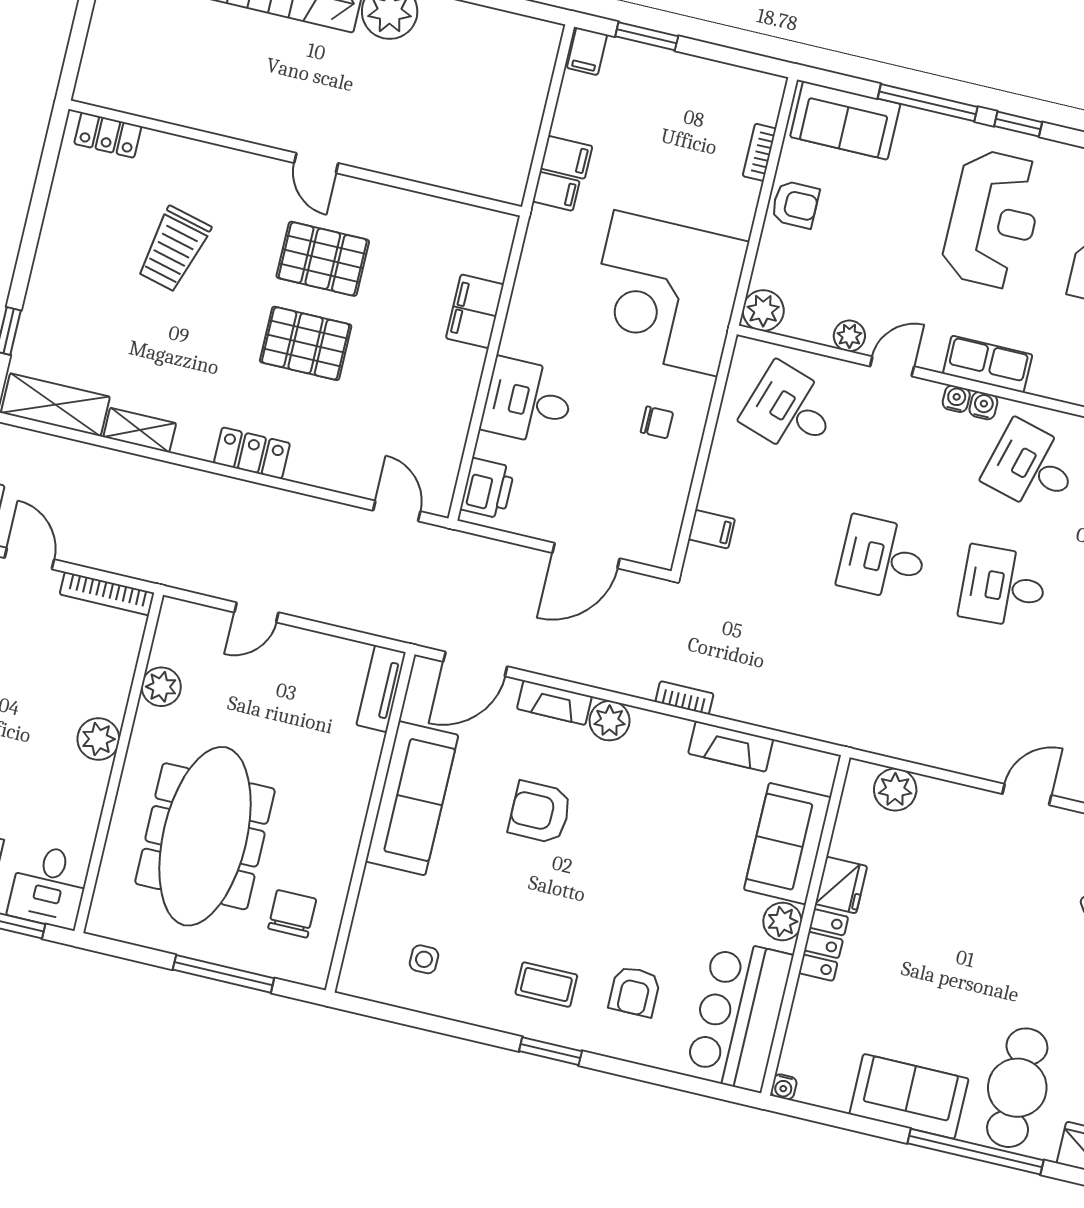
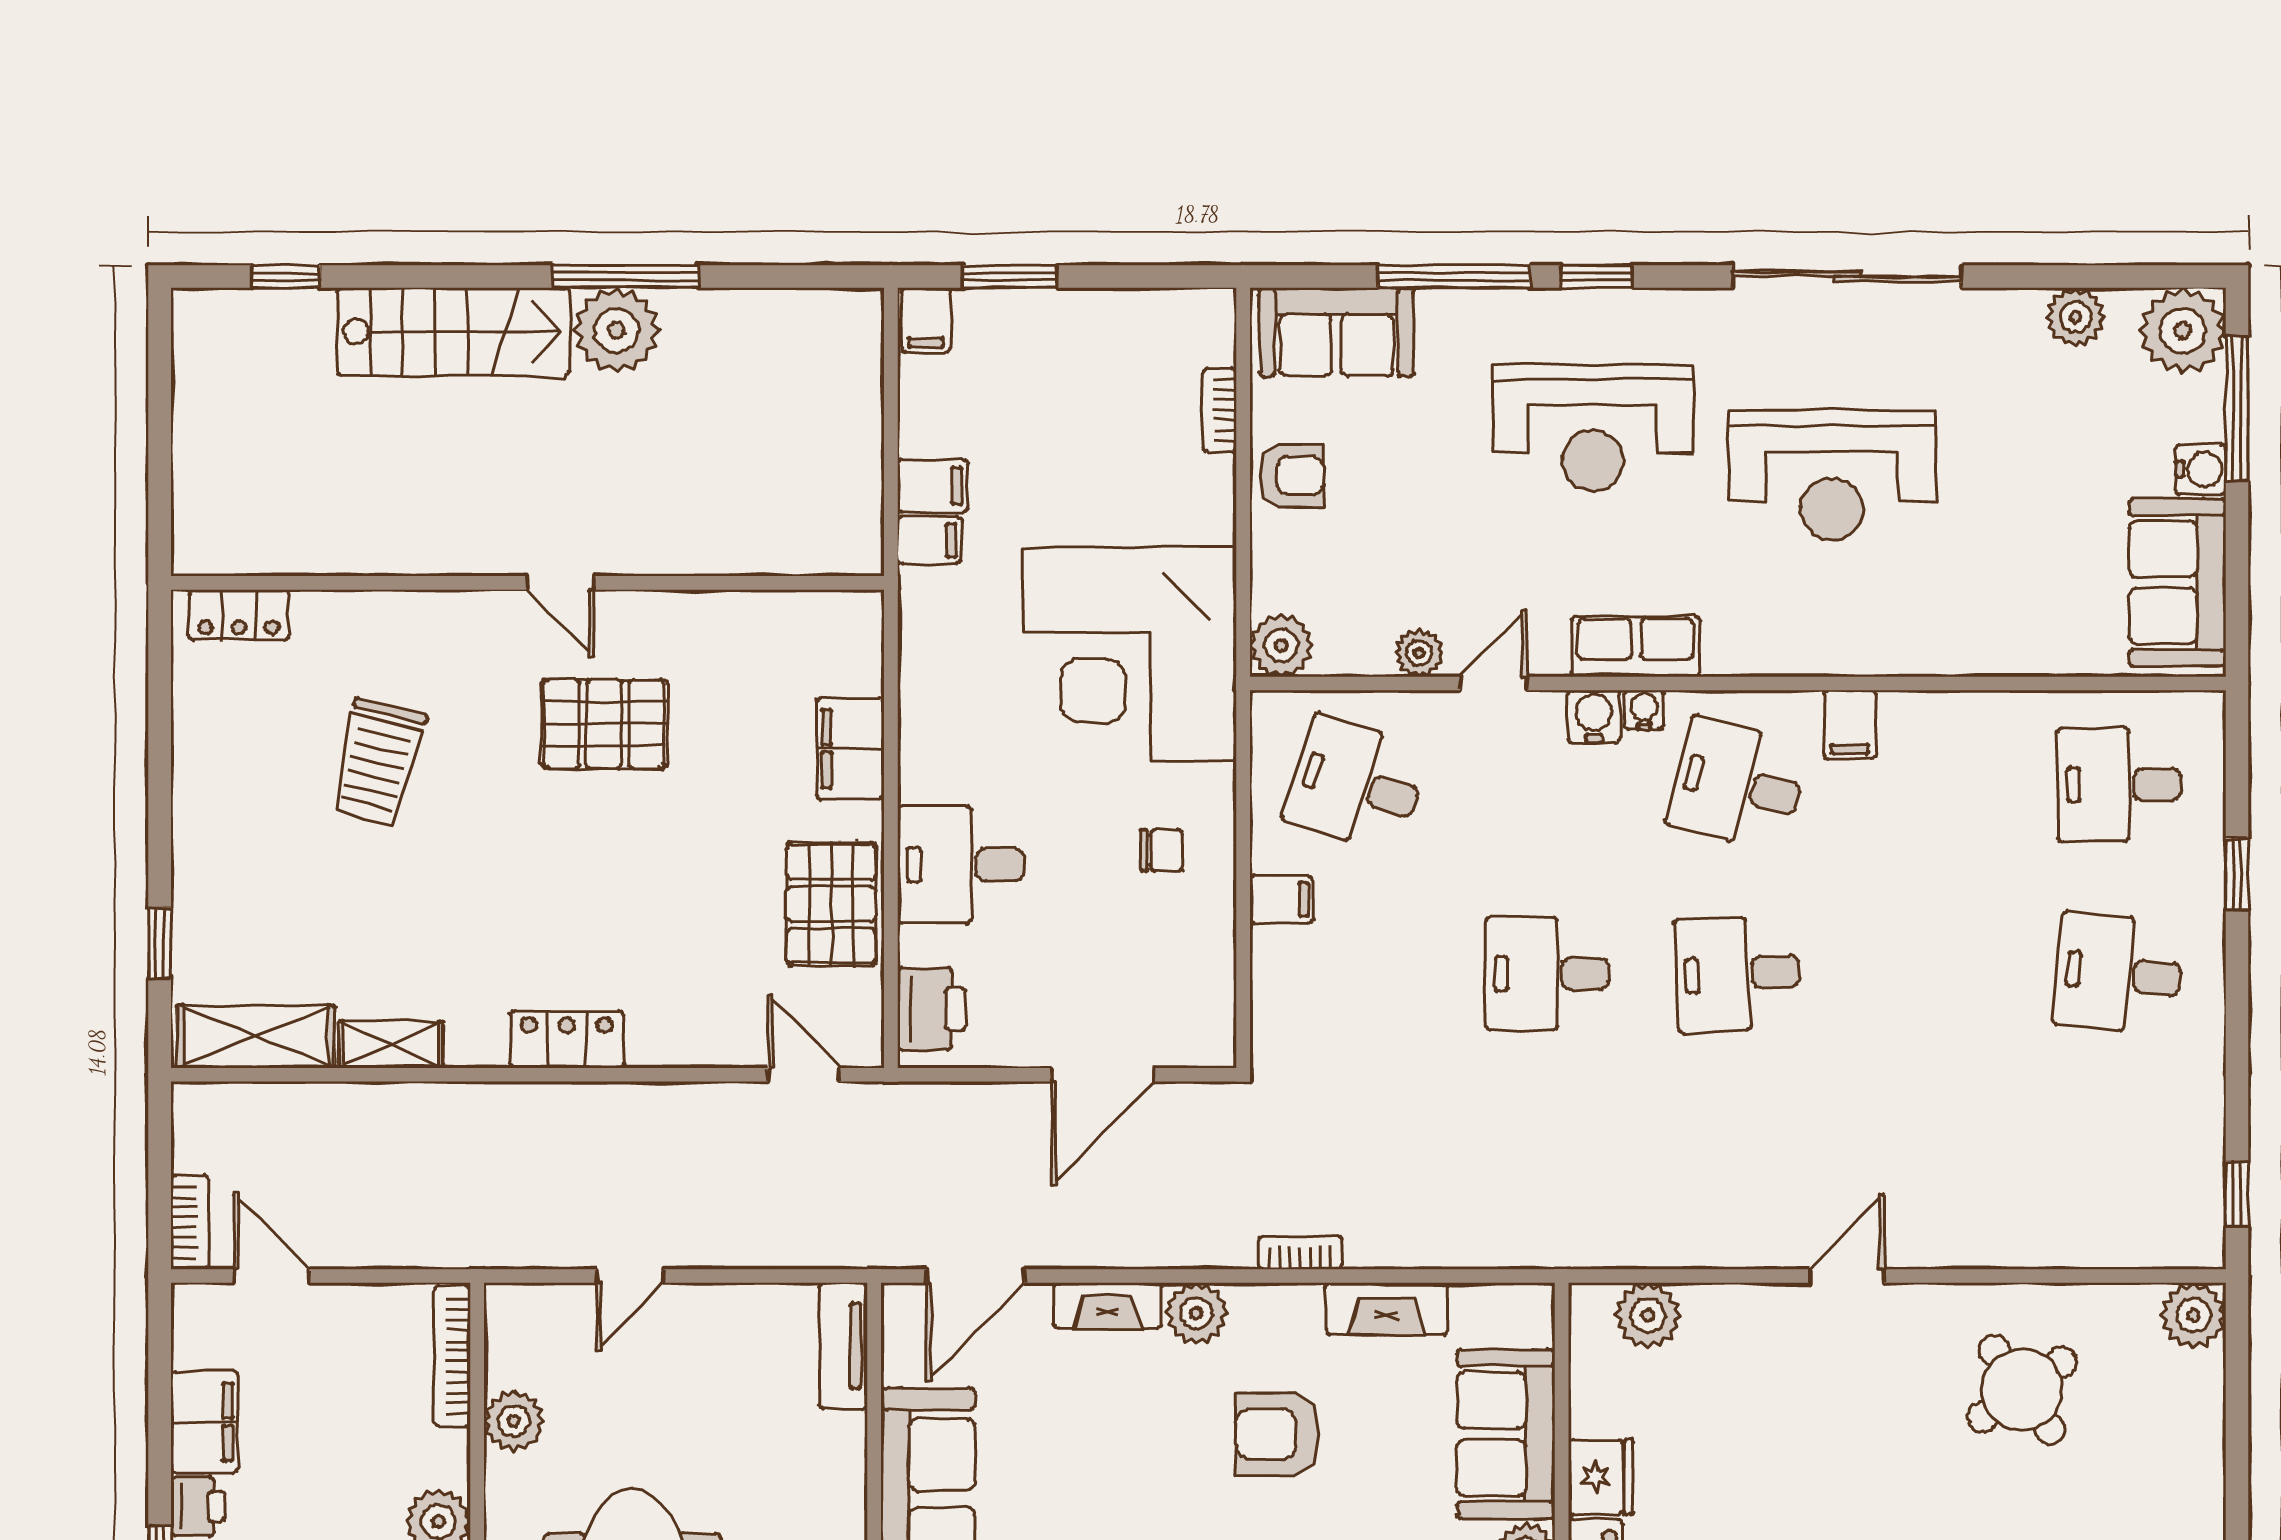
reception desk: (993, 219) -> (1593, 428), turned 90
pallet: (306, 343) -> (831, 904), moved, turned 90
water cooler: (956, 399) -> (1594, 716), width x1.38, depth x1.38
filing cabinet: (712, 529) -> (1281, 900), moved
bookcase: (107, 594) -> (452, 1356), moved, turned 90
armchair: (540, 812) -> (1278, 1434), moved

